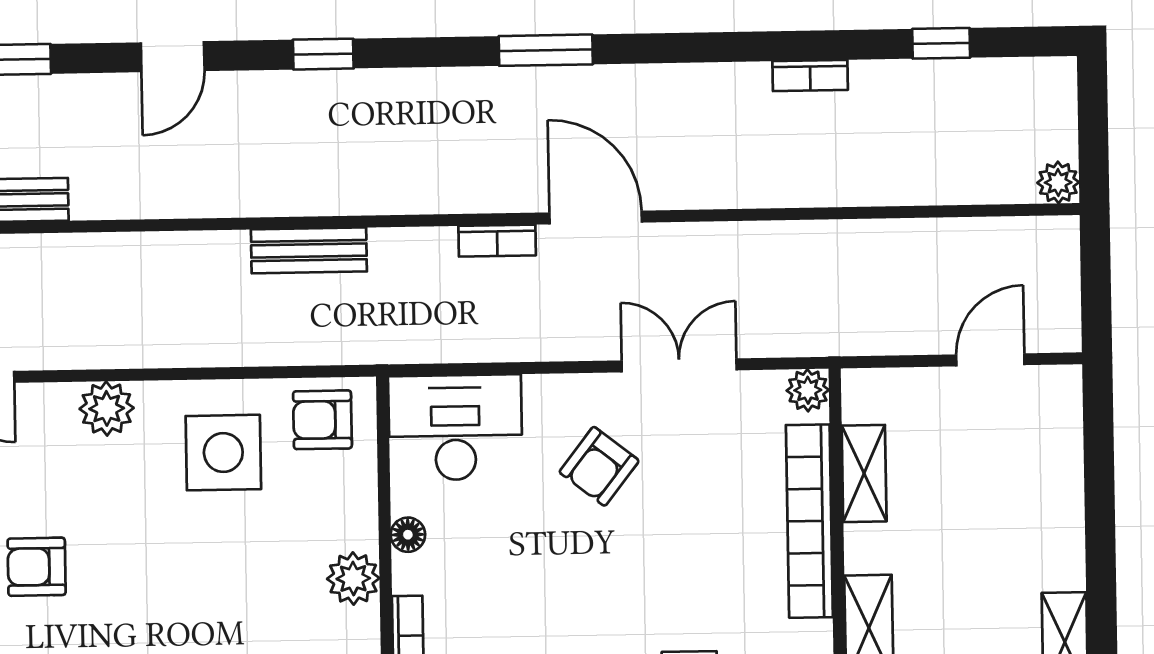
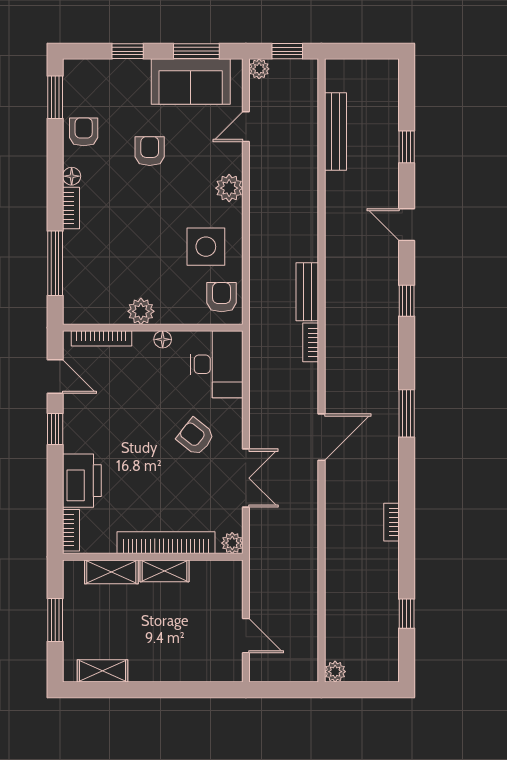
bookcase: (810, 76) -> (391, 522), moved
bookcase: (497, 241) -> (311, 342), moved
shelving: (864, 473) -> (165, 571), moved

